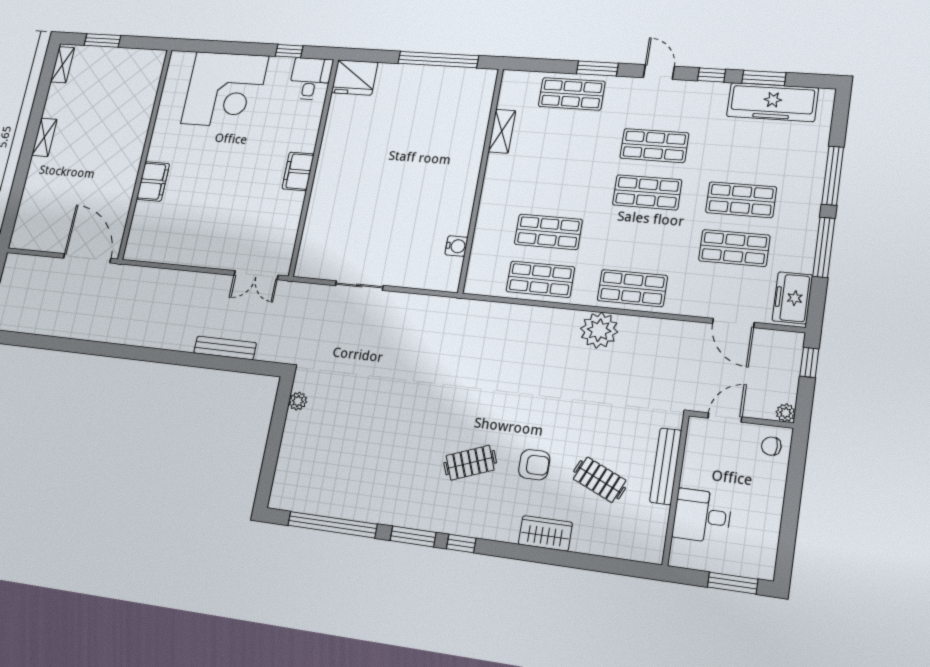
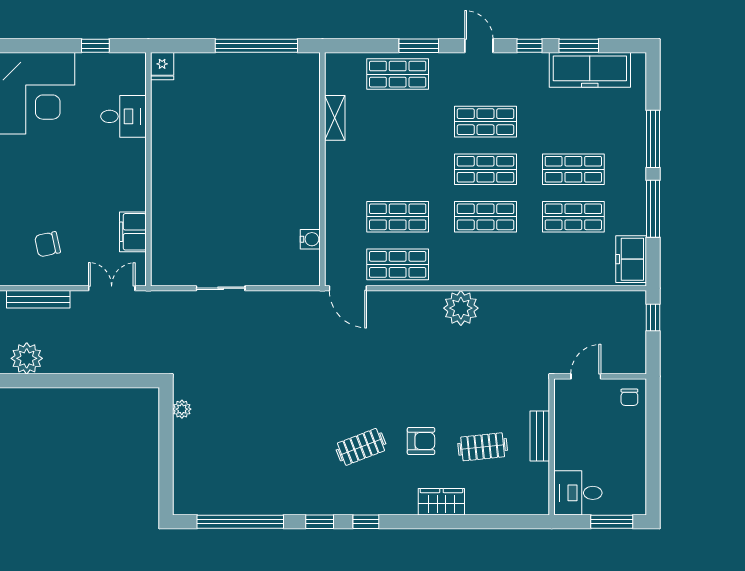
fridge: (355, 77) -> (162, 66), width x0.53, depth x0.75
desk: (310, 79) -> (124, 116), moved, turned 90
filing cabinet: (298, 171) -> (133, 232), moved
chair: (206, 228) -> (47, 244), added
double door: (256, 275) -> (112, 288), swing flipped
shop shelf: (632, 288) -> (486, 217), moved
door: (733, 323) -> (348, 288), moved
bench: (225, 348) -> (38, 299), moved
plant: (786, 413) -> (27, 358), moved, width x1.87, depth x1.87
chair: (771, 446) -> (629, 397), turned -90
bench: (666, 466) -> (540, 436), width x0.73
clothes rail: (600, 480) -> (483, 447), turned -30
desk: (702, 516) -> (578, 493), moved
window: (413, 536) -> (320, 522), width x0.67

